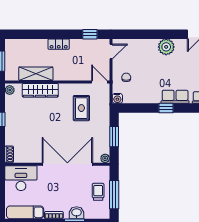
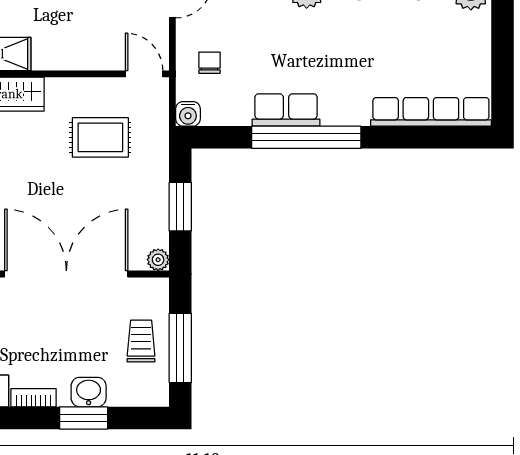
row of seats: (175, 97) -> (286, 110), moved
rug: (81, 108) -> (100, 137), turned 90
window: (166, 108) -> (306, 137), width x3.17

